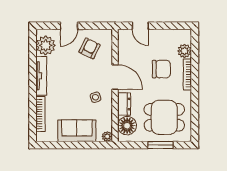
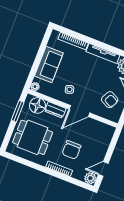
door: (140, 26) -> (103, 169), moved
plant: (185, 51) -> (90, 178), moved
dining table: (164, 117) -> (33, 137), turned 90
window: (160, 145) -> (18, 111), moved

